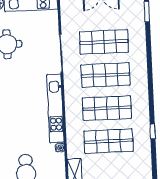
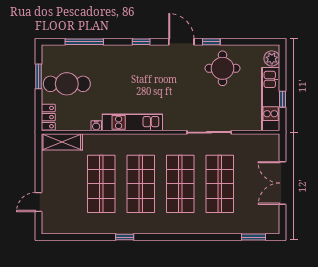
kitchen unit: (55, 108) -> (132, 122), width x0.73
window: (153, 131) -> (125, 237), moved

